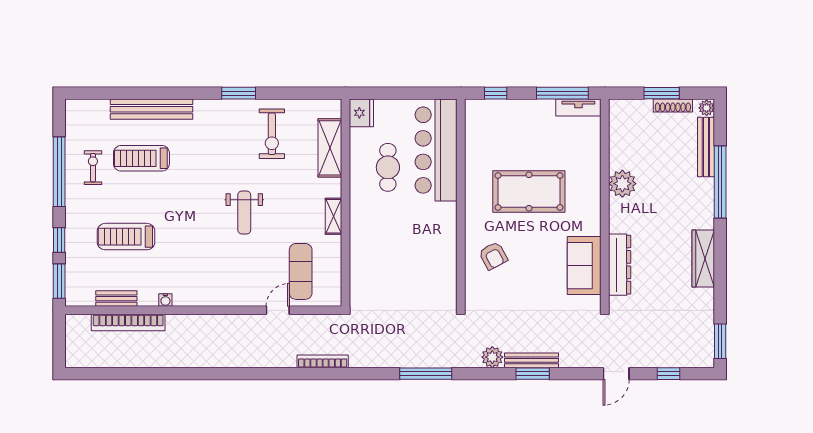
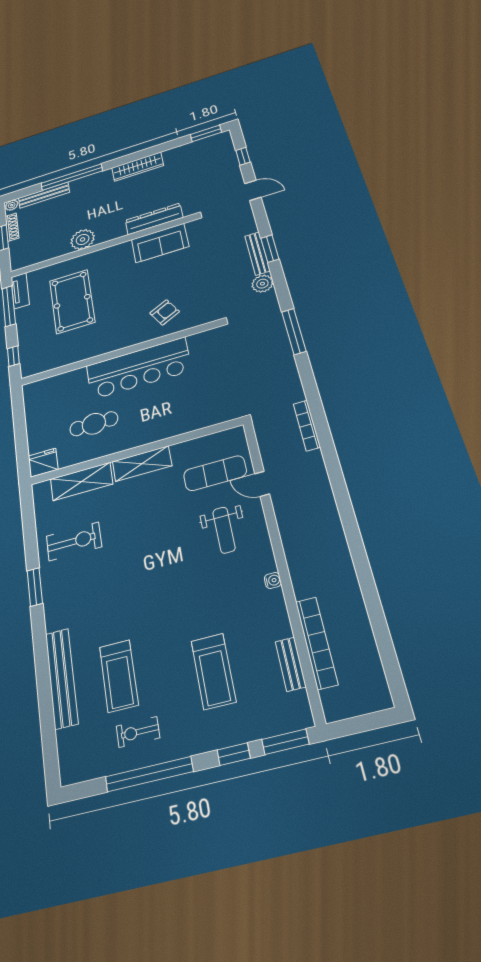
bar counter: (436, 150) -> (138, 368), moved
pool table: (529, 191) -> (72, 301), moved
weight bench: (244, 212) -> (224, 530), moved, turned 90
shelving: (333, 216) -> (142, 464), width x1.50, depth x1.33
water cooler: (165, 300) -> (273, 580), moved

